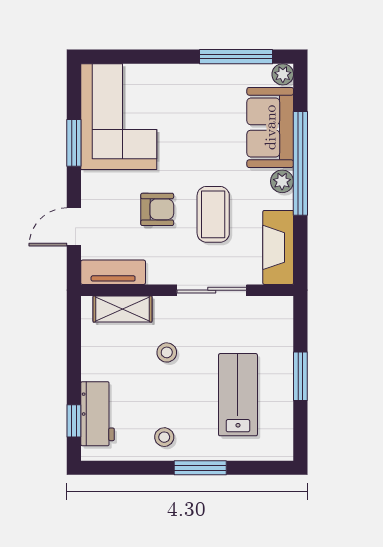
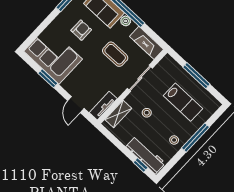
armchair: (157, 209) -> (81, 30), moved
window: (300, 376) -> (196, 76), width x1.44
lab bench: (238, 395) -> (183, 102), turned 180
workbench: (98, 414) -> (146, 155), width x1.38
window: (200, 468) -> (196, 138), width x1.44

